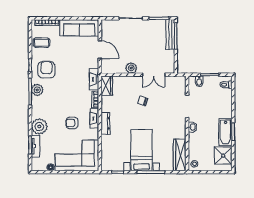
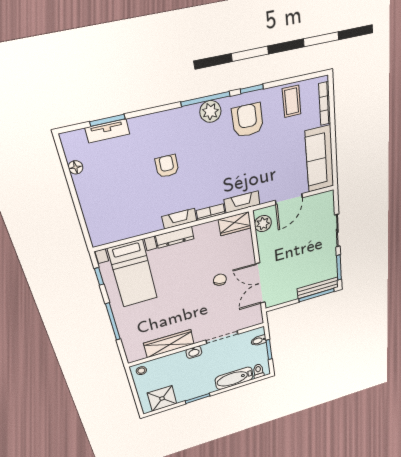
plant: (131, 68) -> (263, 224), moved
armchair: (46, 70) -> (248, 120), turned -90
double door: (154, 75) -> (260, 283), width x1.37
armchair: (72, 123) -> (167, 166), moved
plant: (39, 127) -> (146, 130), removed
bathtub: (226, 132) -> (234, 378), moved
bed with nightstands: (142, 150) -> (133, 274), moved, turned 90
corner sofa: (77, 155) -> (110, 207), removed
wardrobe: (180, 155) -> (169, 344), moved

